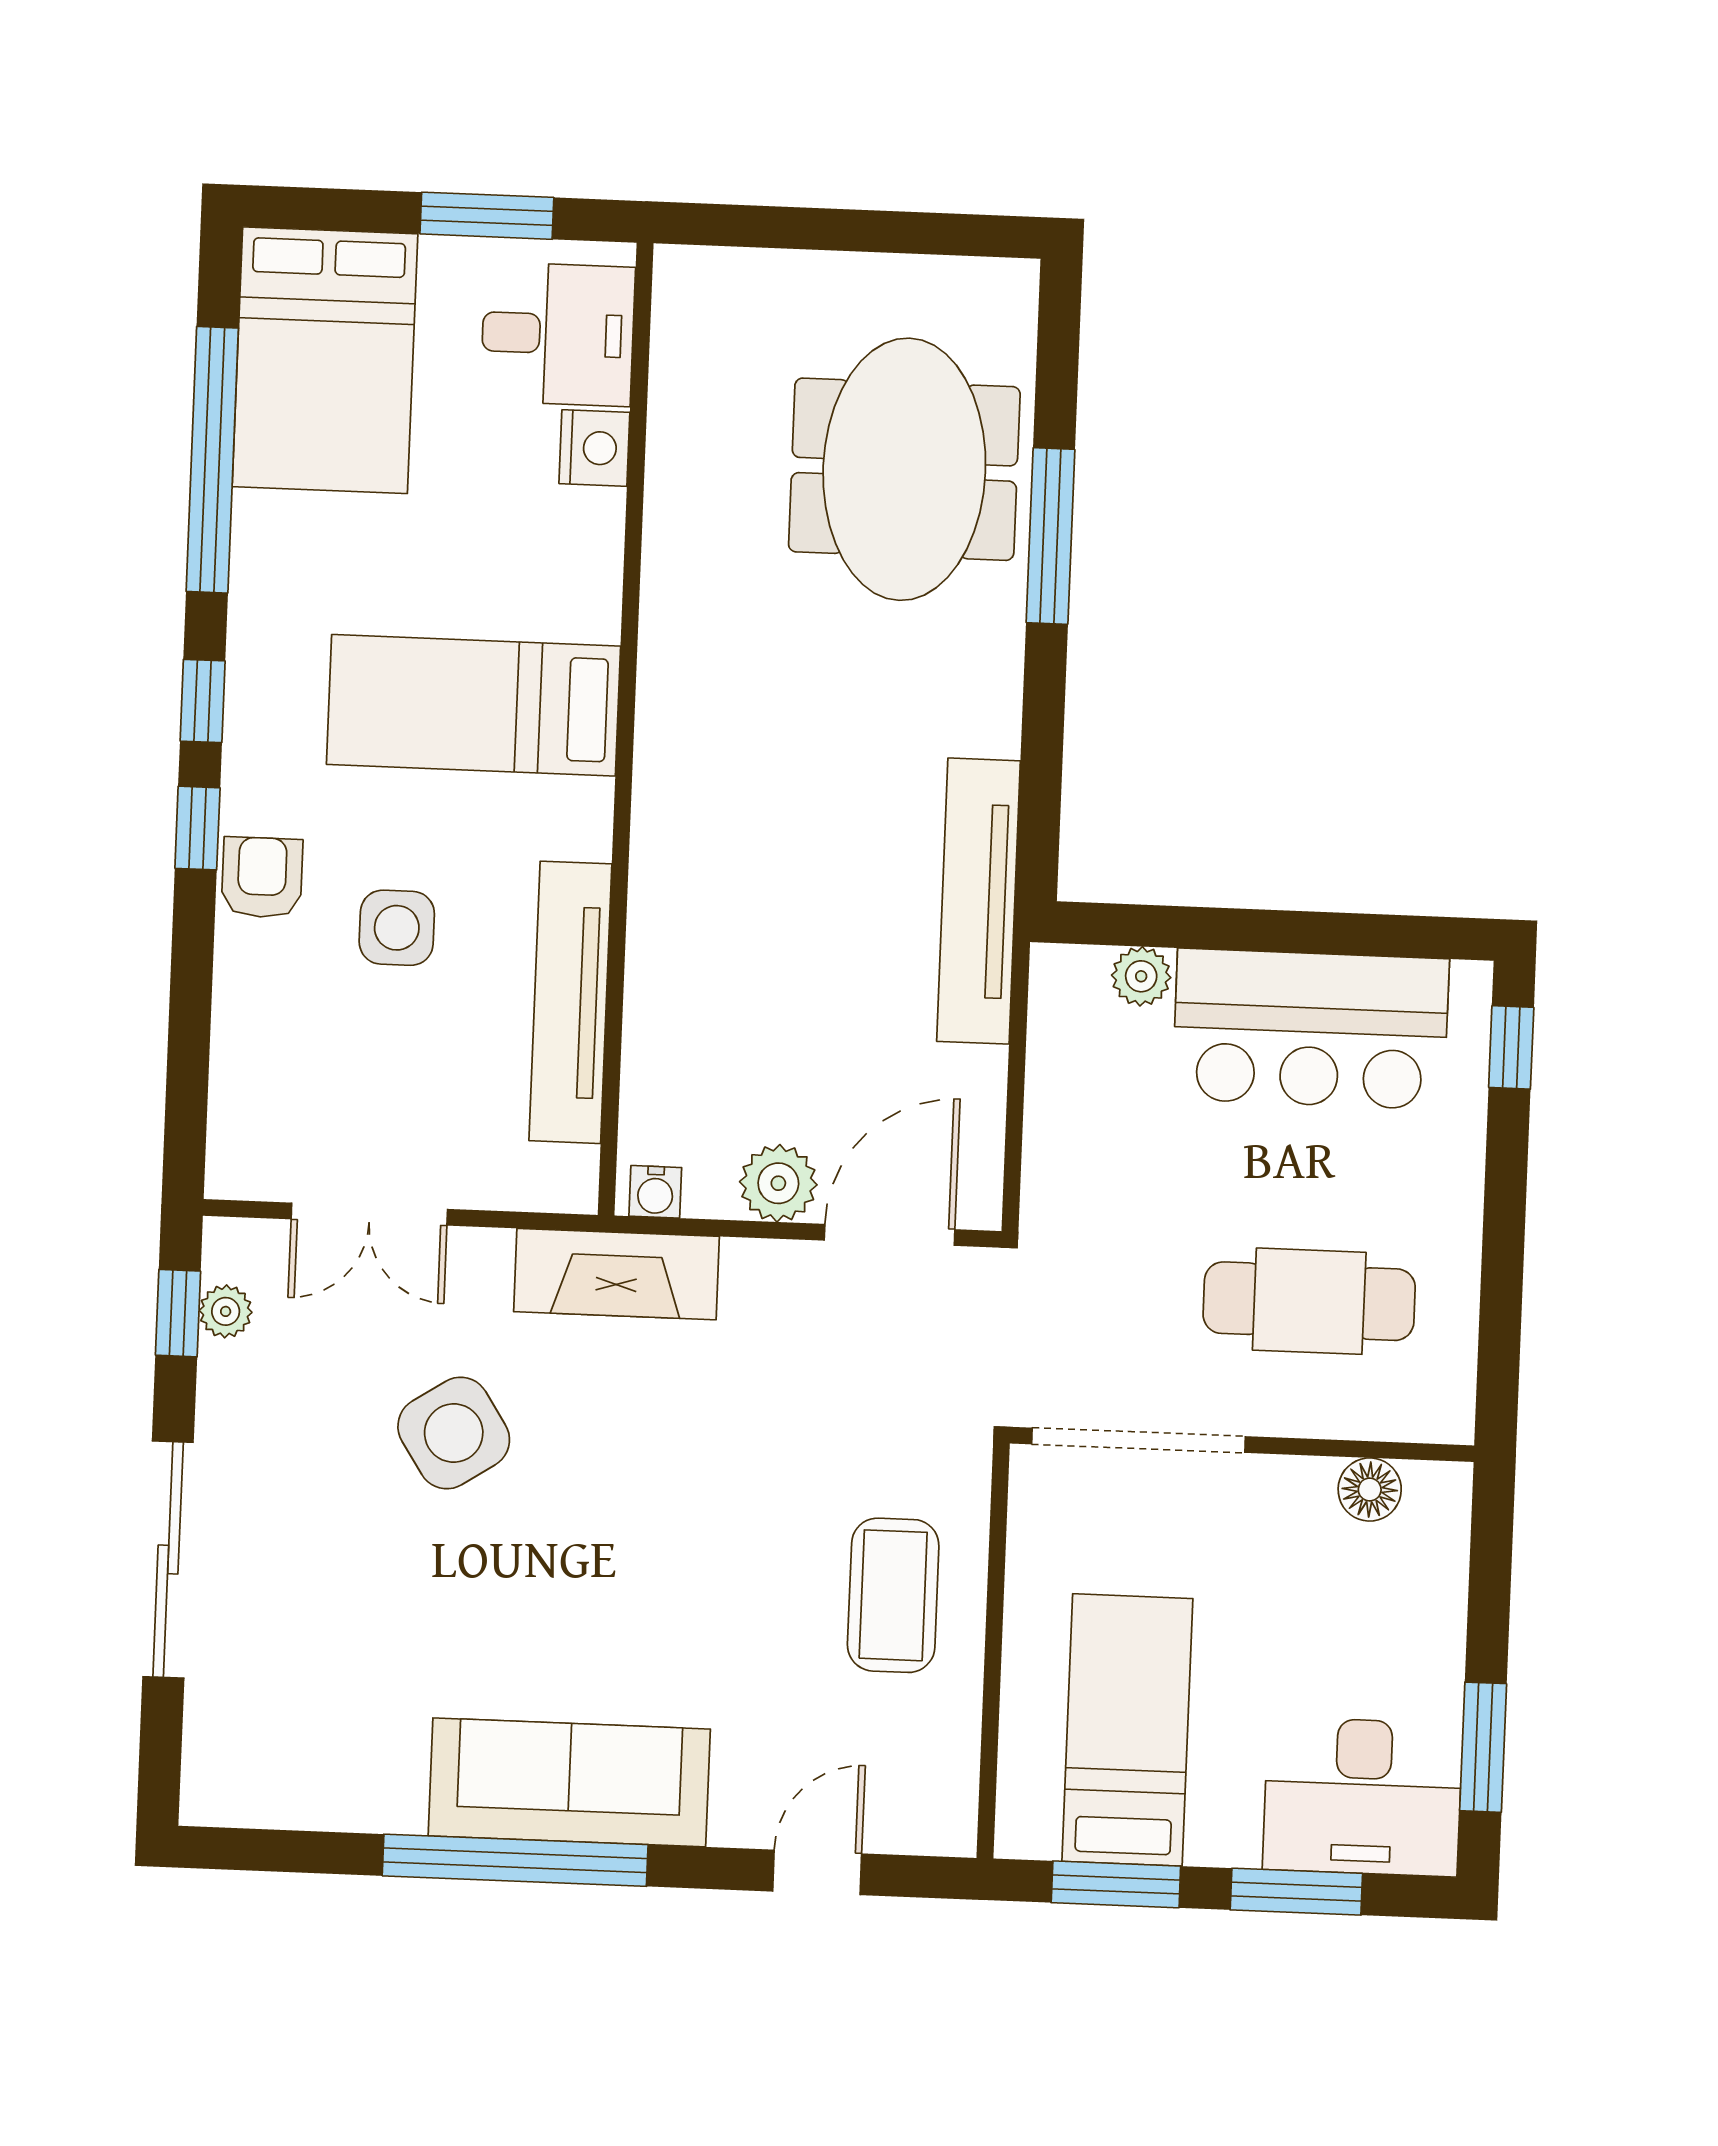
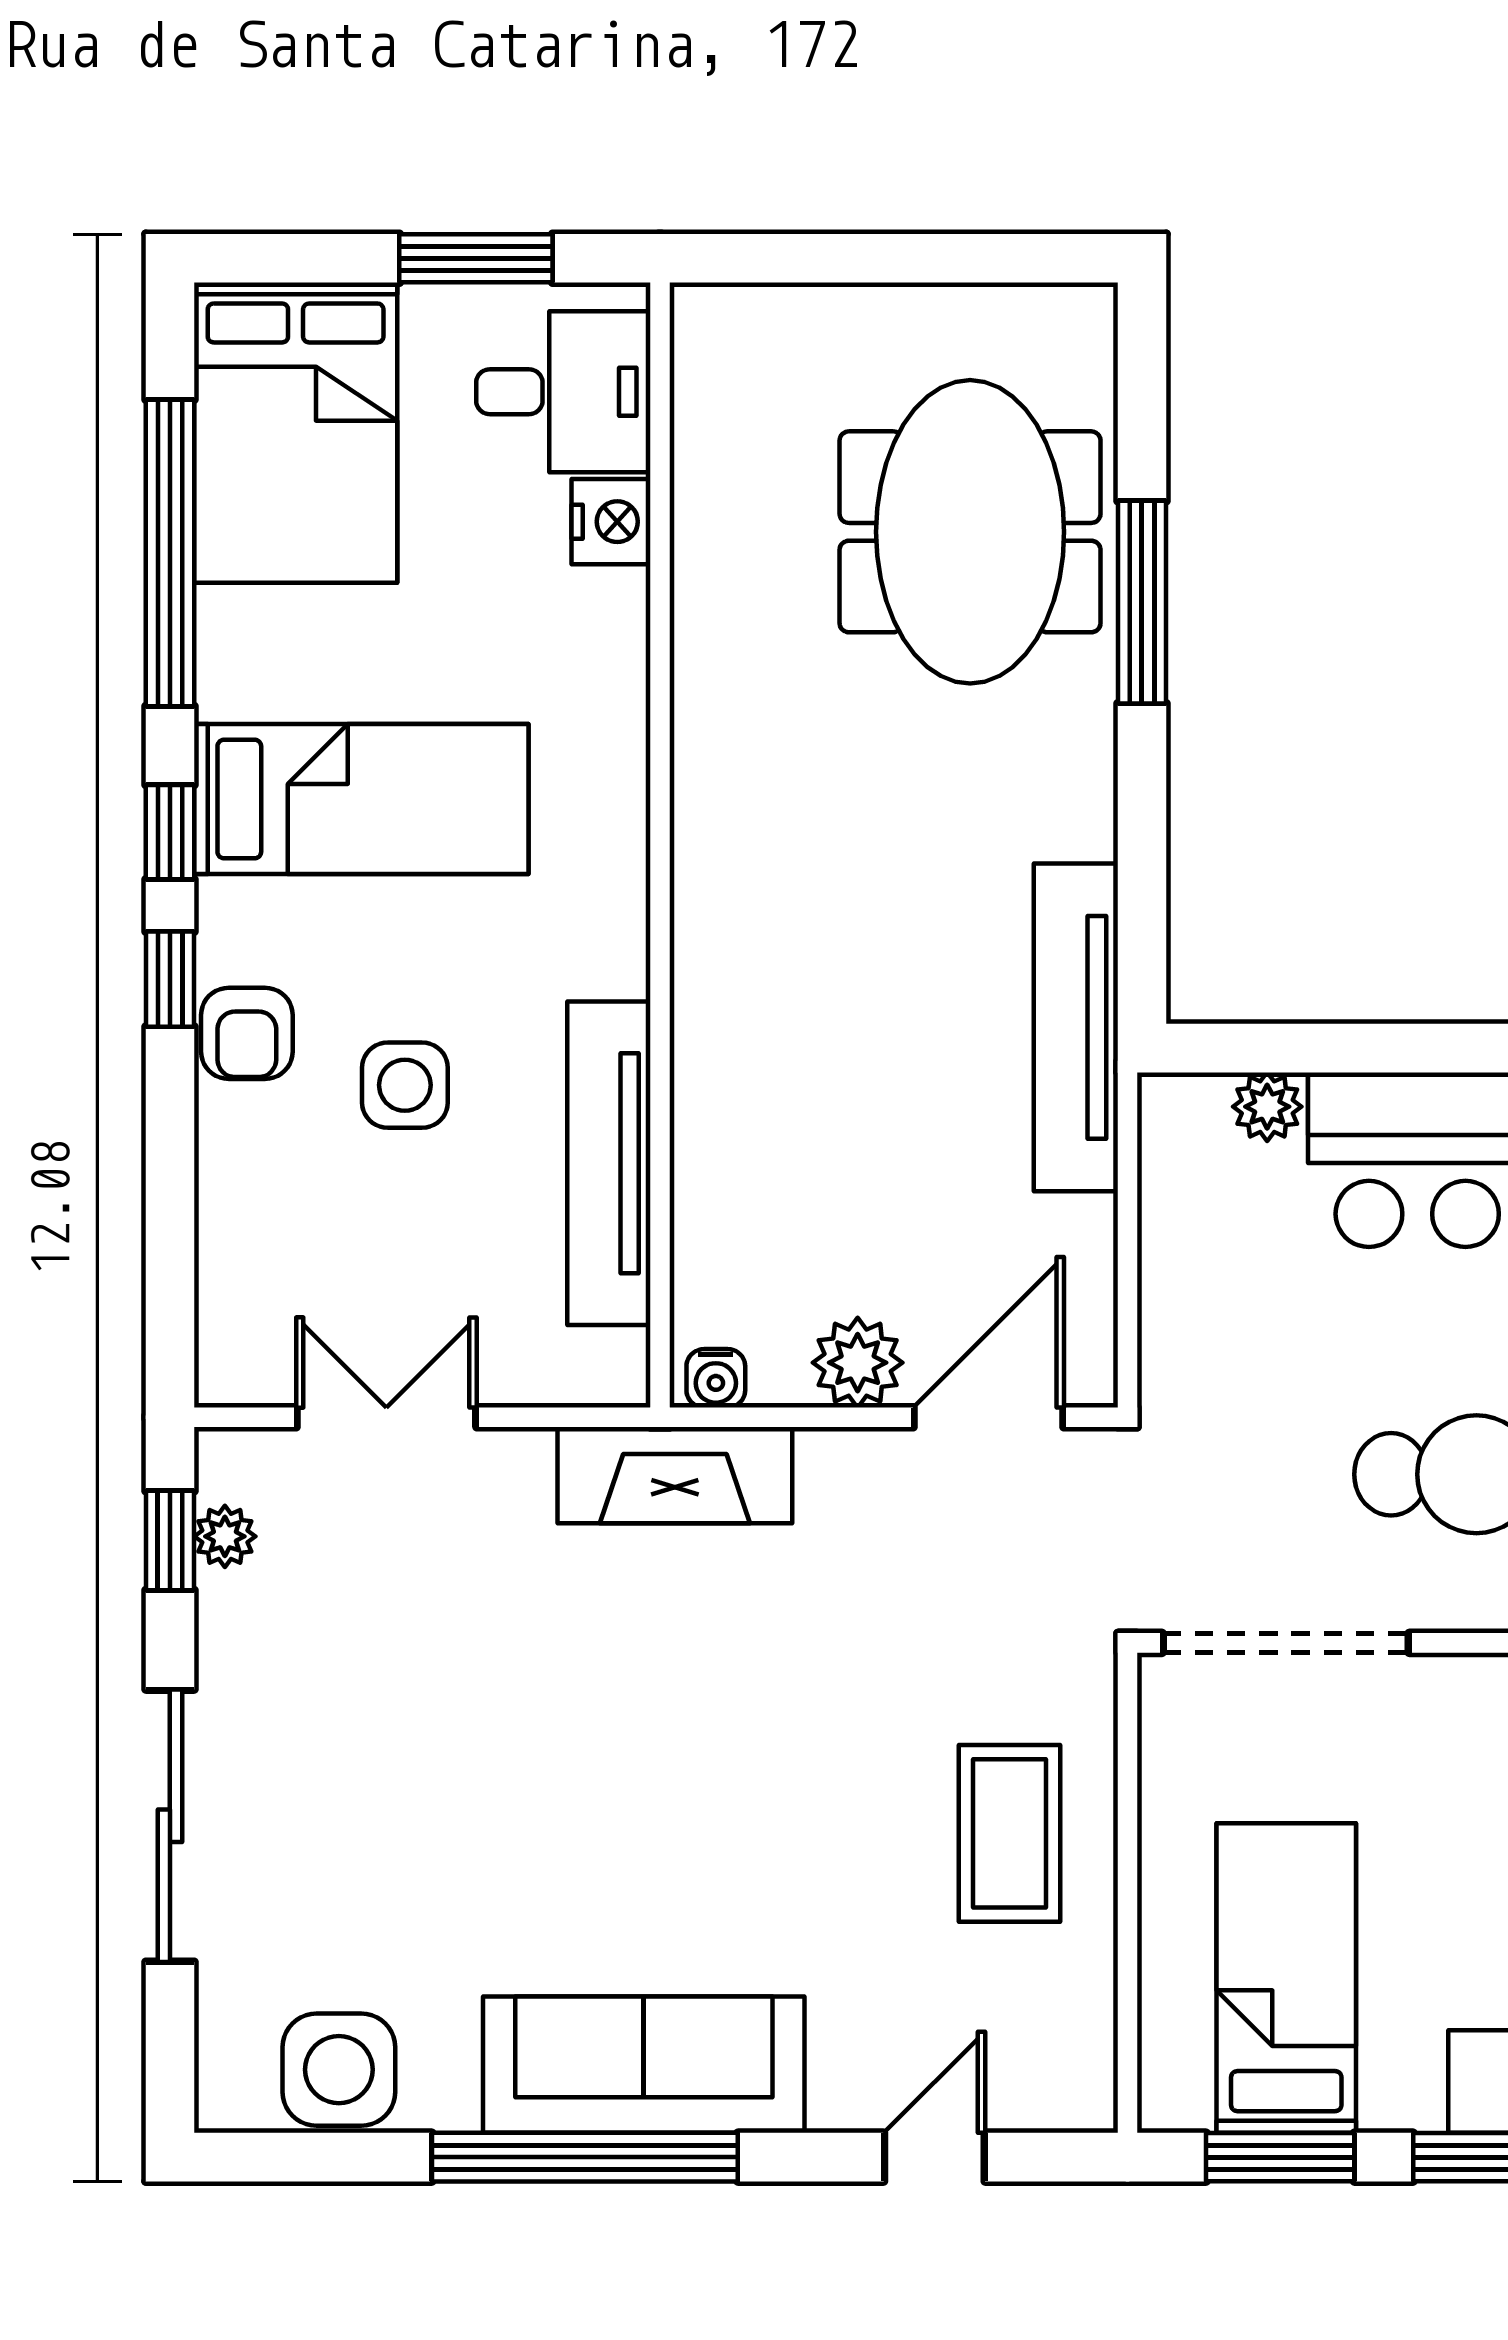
bed: (473, 705) -> (361, 799), moved, turned 180
armchair: (262, 878) -> (247, 1033), turned 180
double door: (369, 1214) -> (386, 1417), swing flipped
side table: (454, 1433) -> (339, 2070), moved, turned 33

